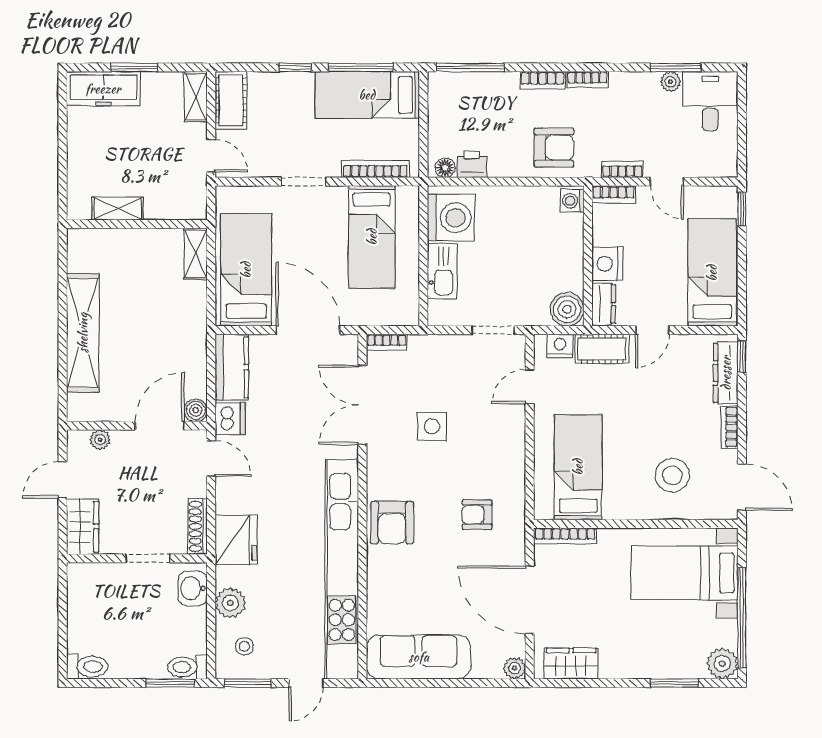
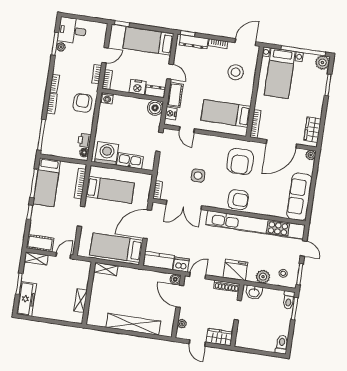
armchair: (477, 515) -> (240, 161), width x1.88, depth x1.88

